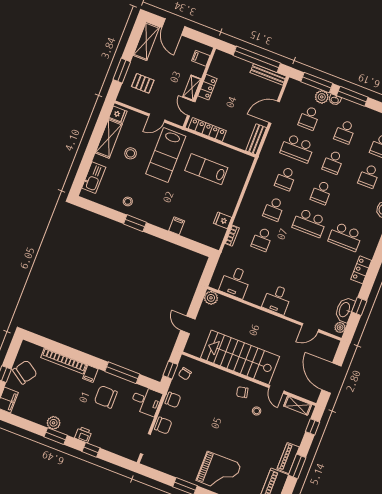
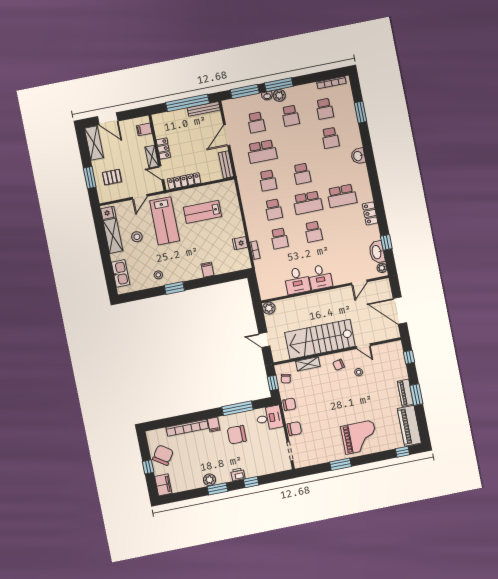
plant: (322, 97) -> (279, 95), moved
school desk: (333, 162) -> (313, 232), moved
desk: (235, 282) -> (297, 281), moved
shelving: (298, 405) -> (308, 364), moved

